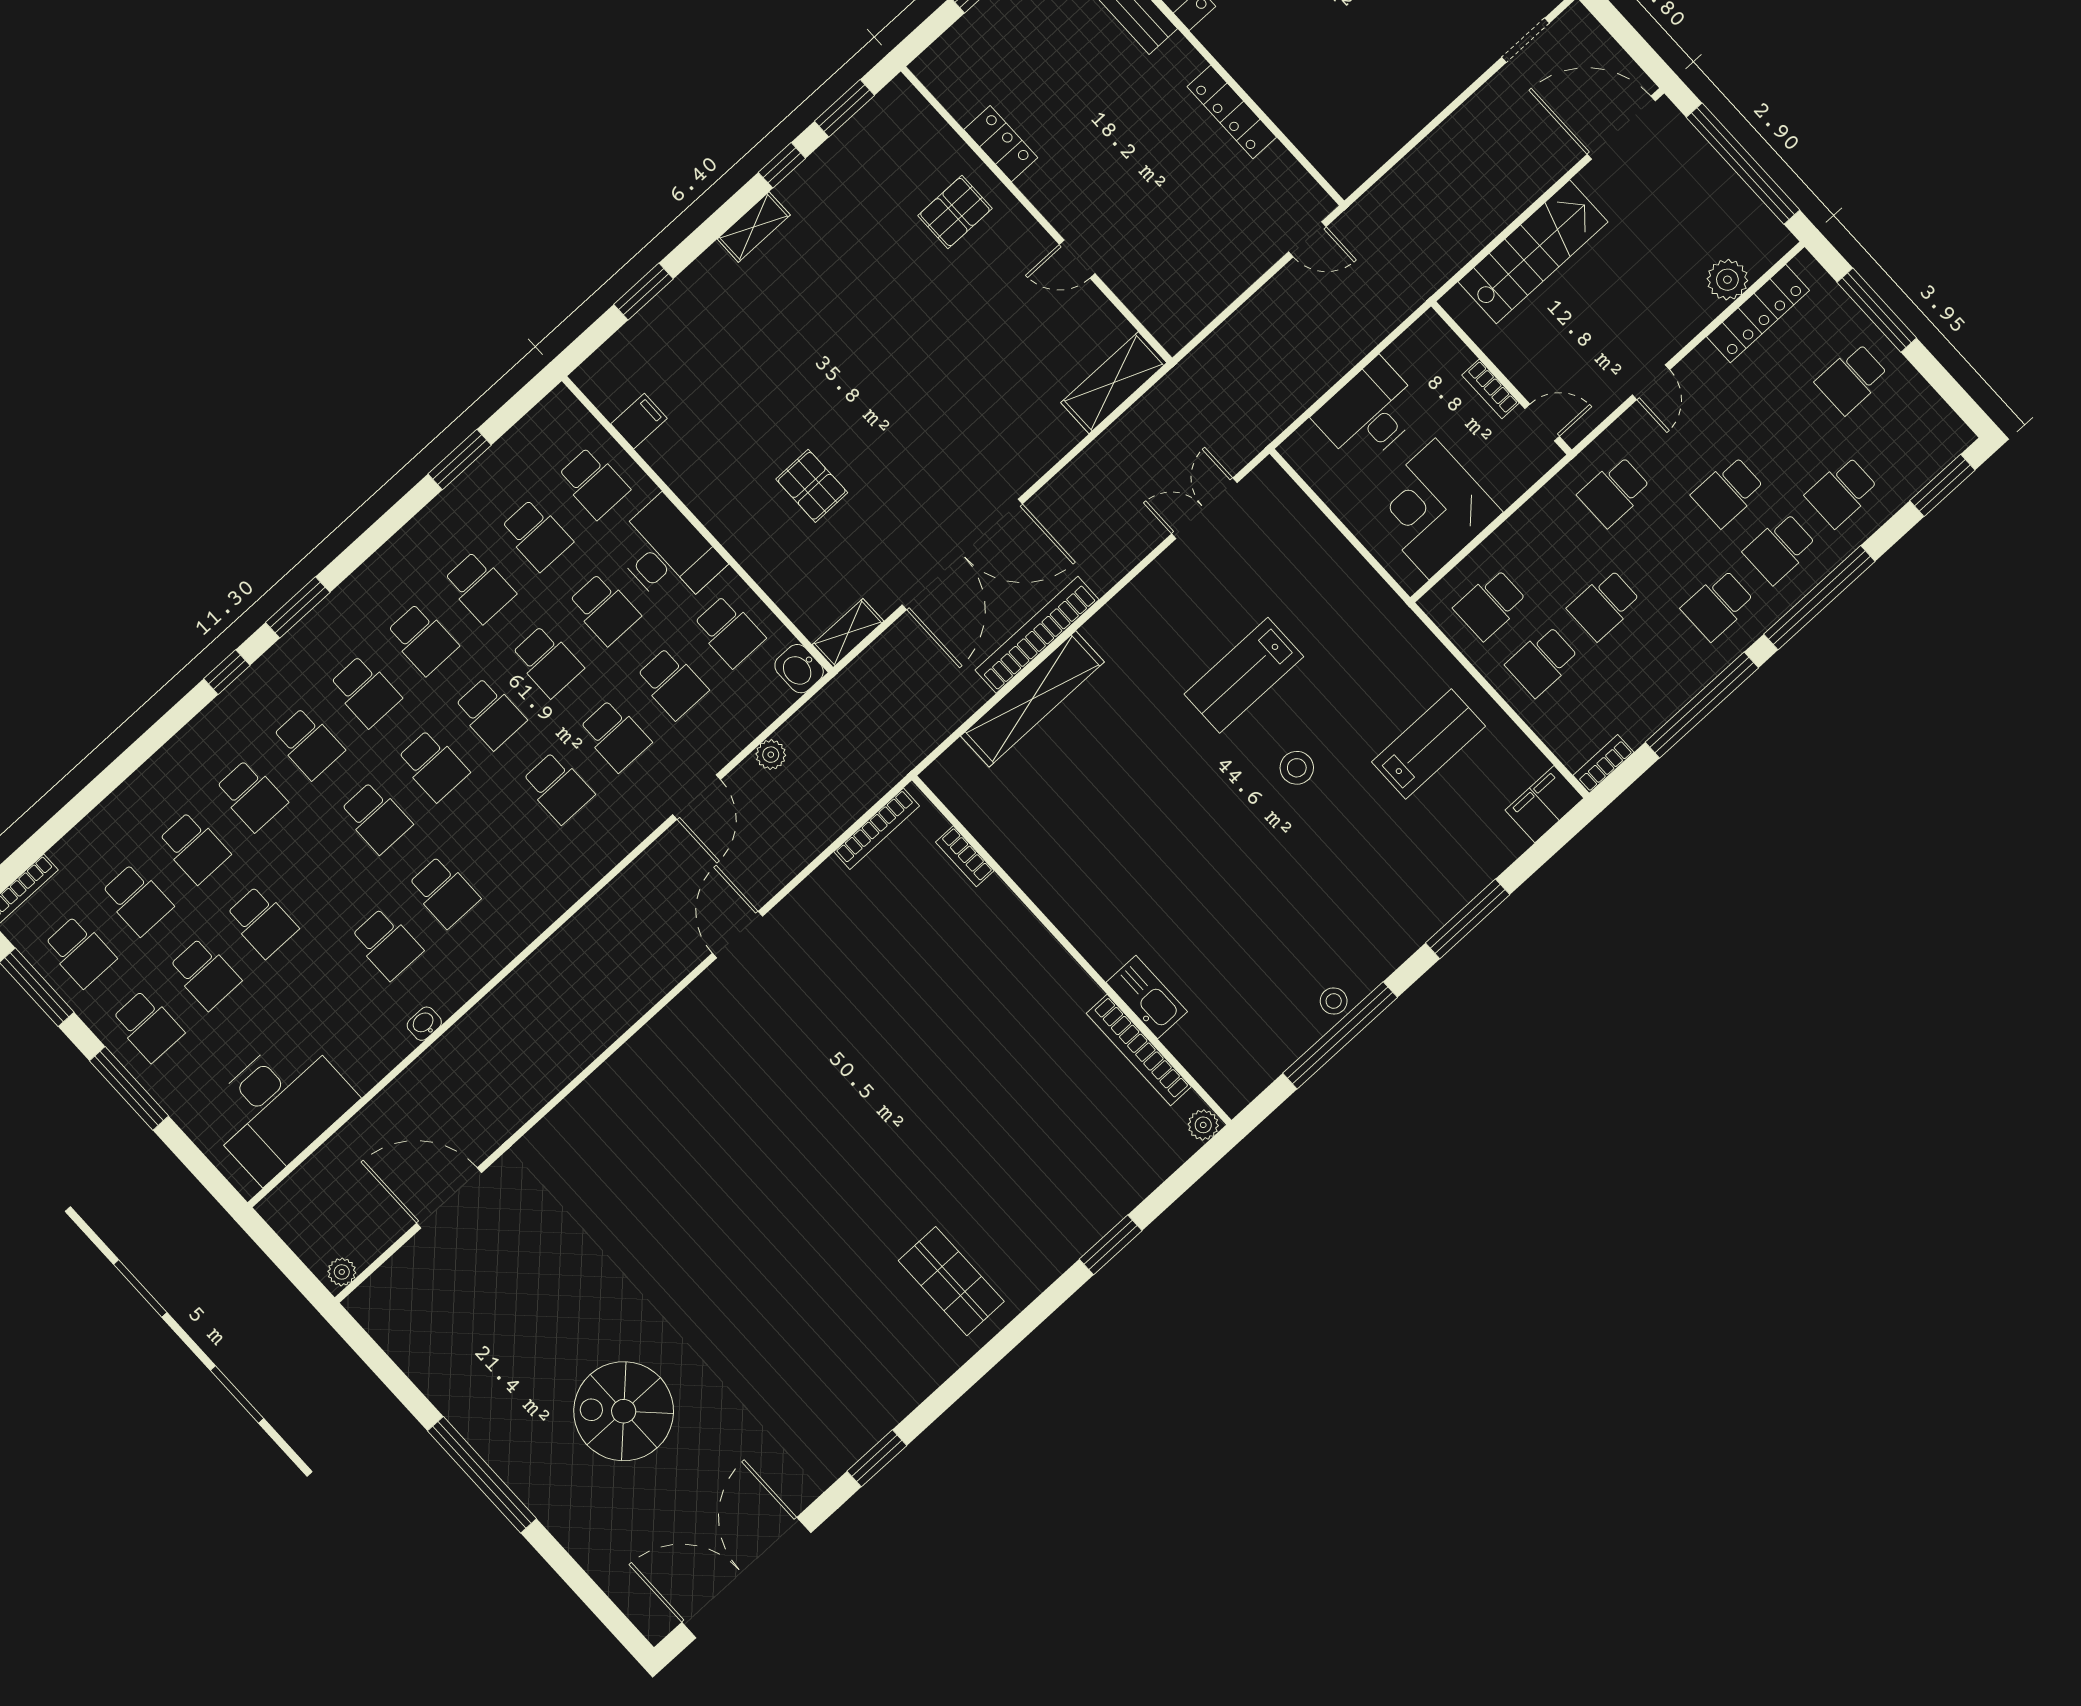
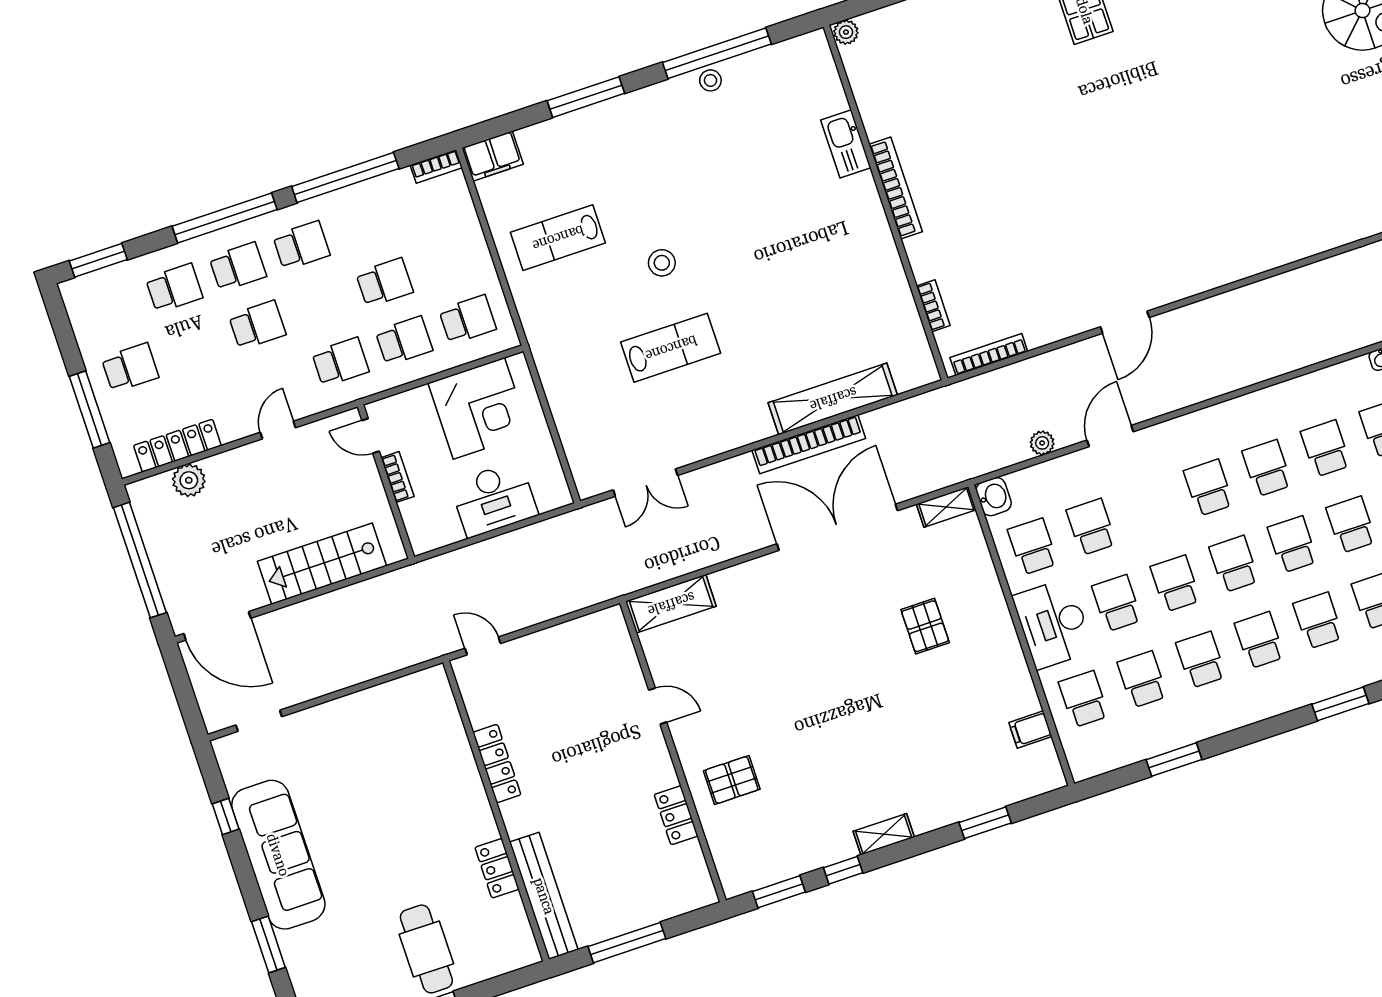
school desk: (1542, 661) -> (404, 341), moved
school desk: (615, 736) -> (1267, 468), moved
bookcase: (1139, 1050) -> (896, 188), moved

